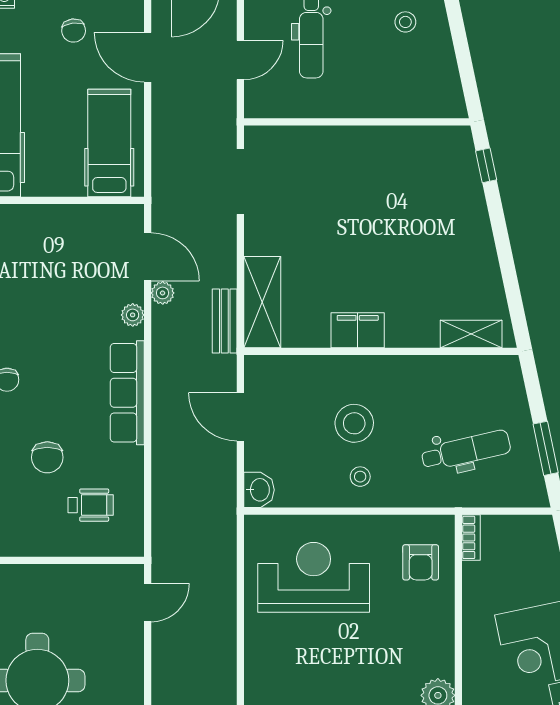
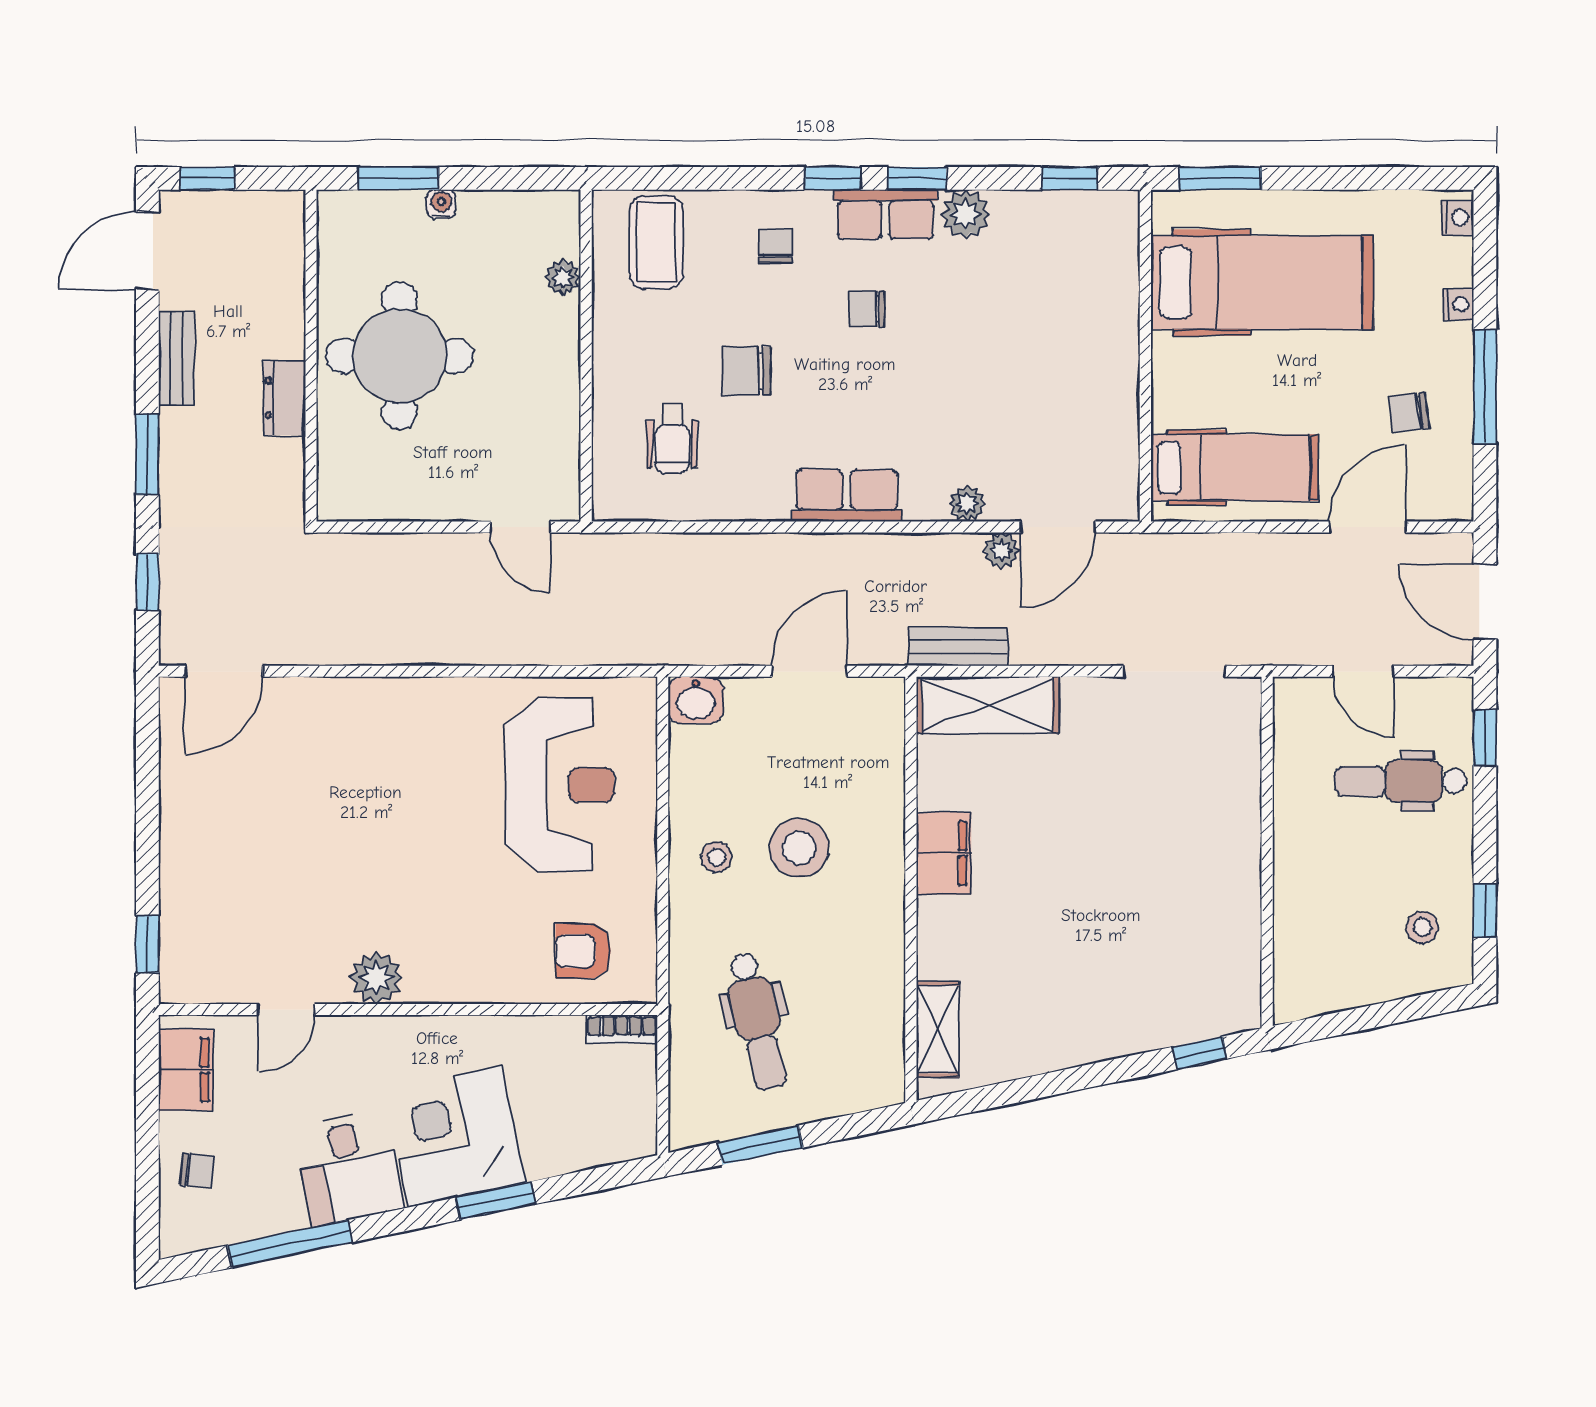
row of seats: (127, 393) -> (846, 495), width x0.68

